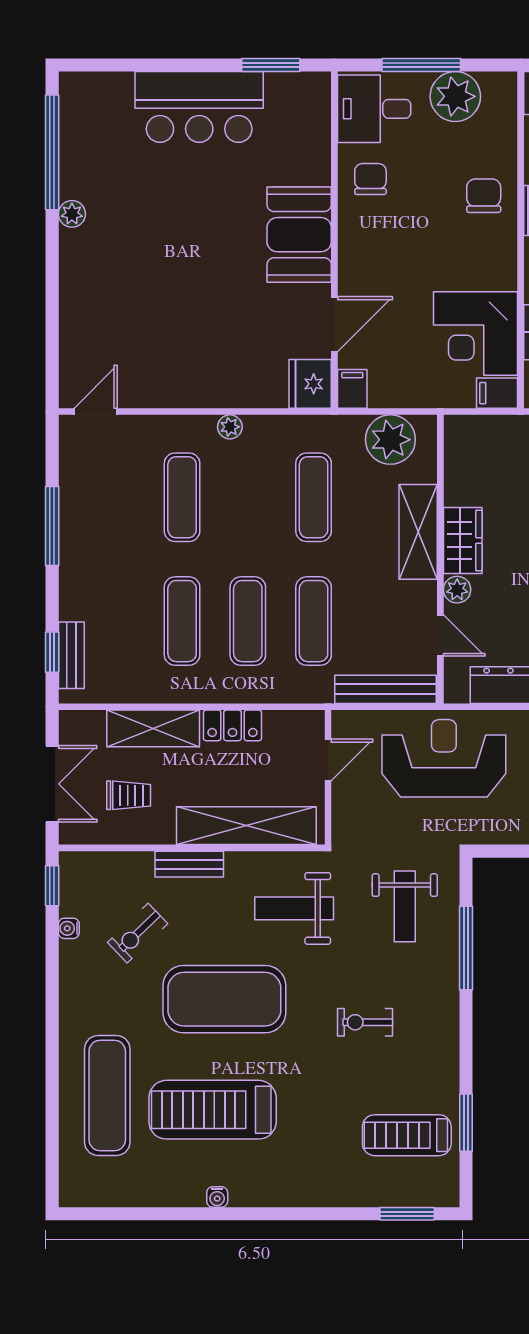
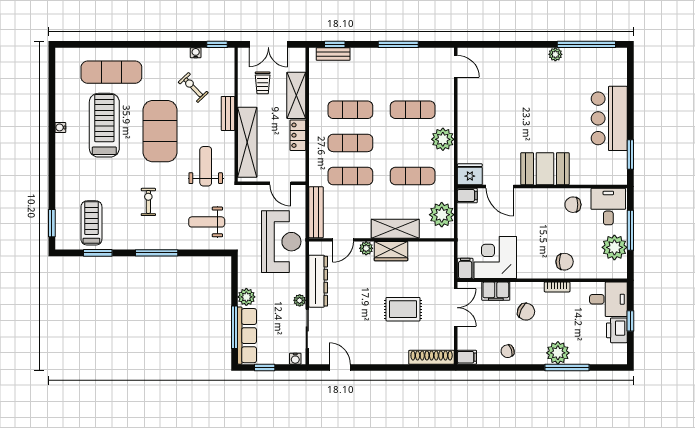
chair: (370, 179) -> (573, 205), turned 180
plant: (230, 427) -> (443, 139), width x1.88, depth x1.88
window: (466, 948) -> (157, 253), moved

